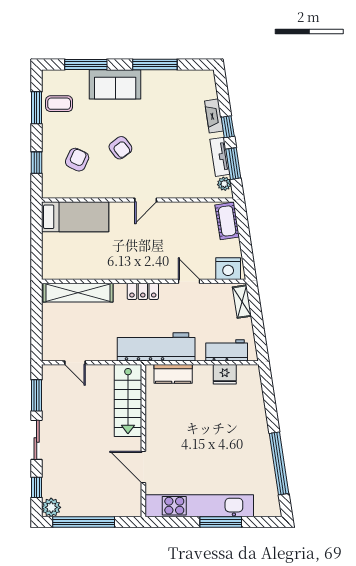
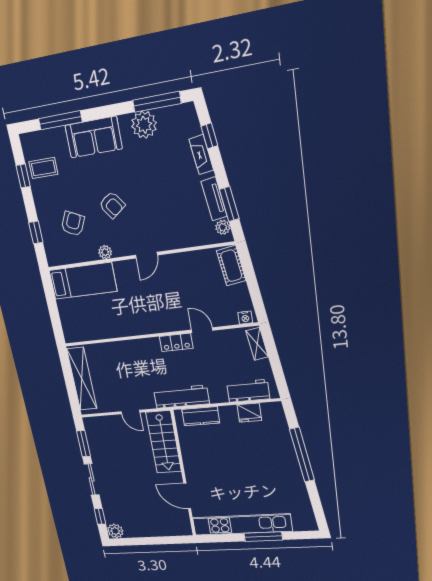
window: (155, 64) -> (157, 102), moved
plant: (165, 82) -> (144, 125), added
window: (37, 108) -> (23, 176), width x0.67
window: (228, 127) -> (209, 136), moved
plant: (104, 191) -> (105, 252), added
nightstand: (228, 269) -> (245, 318), width x0.53, depth x0.56
locker: (143, 291) -> (176, 342), moved
shelving: (78, 293) -> (82, 379), moved, turned 90
workbench: (156, 347) -> (181, 397), width x0.73, depth x0.76
door: (75, 363) -> (130, 412), moved
window: (279, 463) -> (302, 455), moved
window: (84, 522) -> (144, 541), removed

